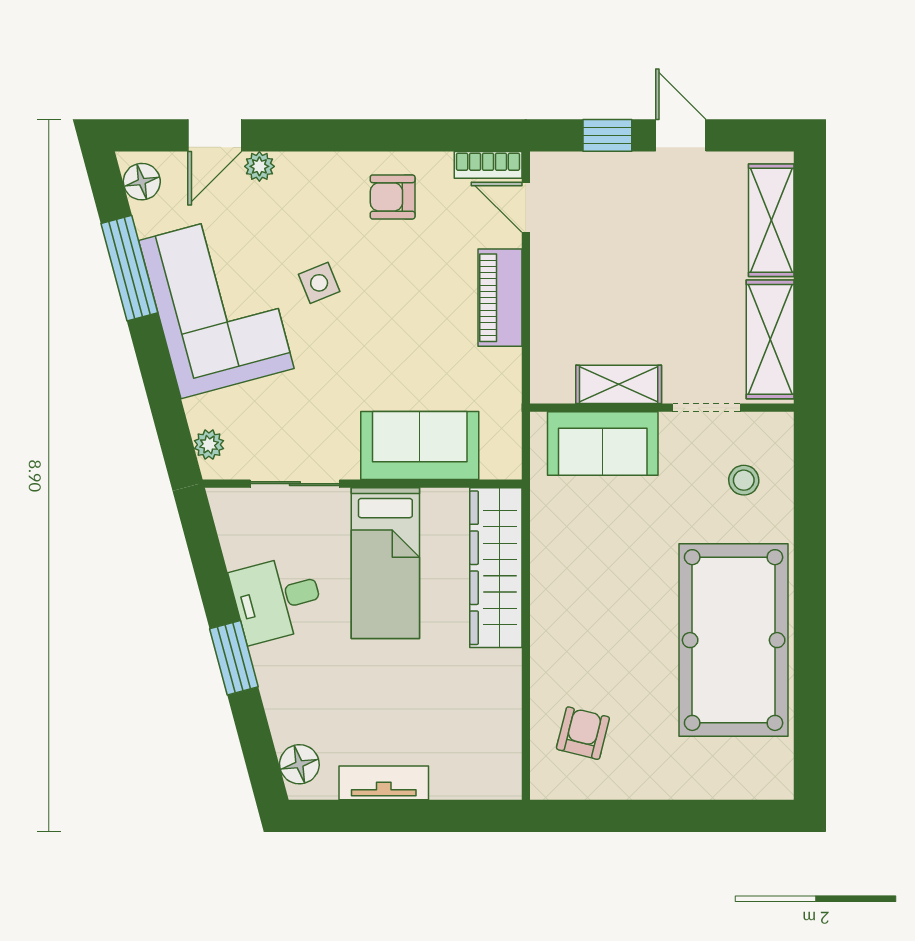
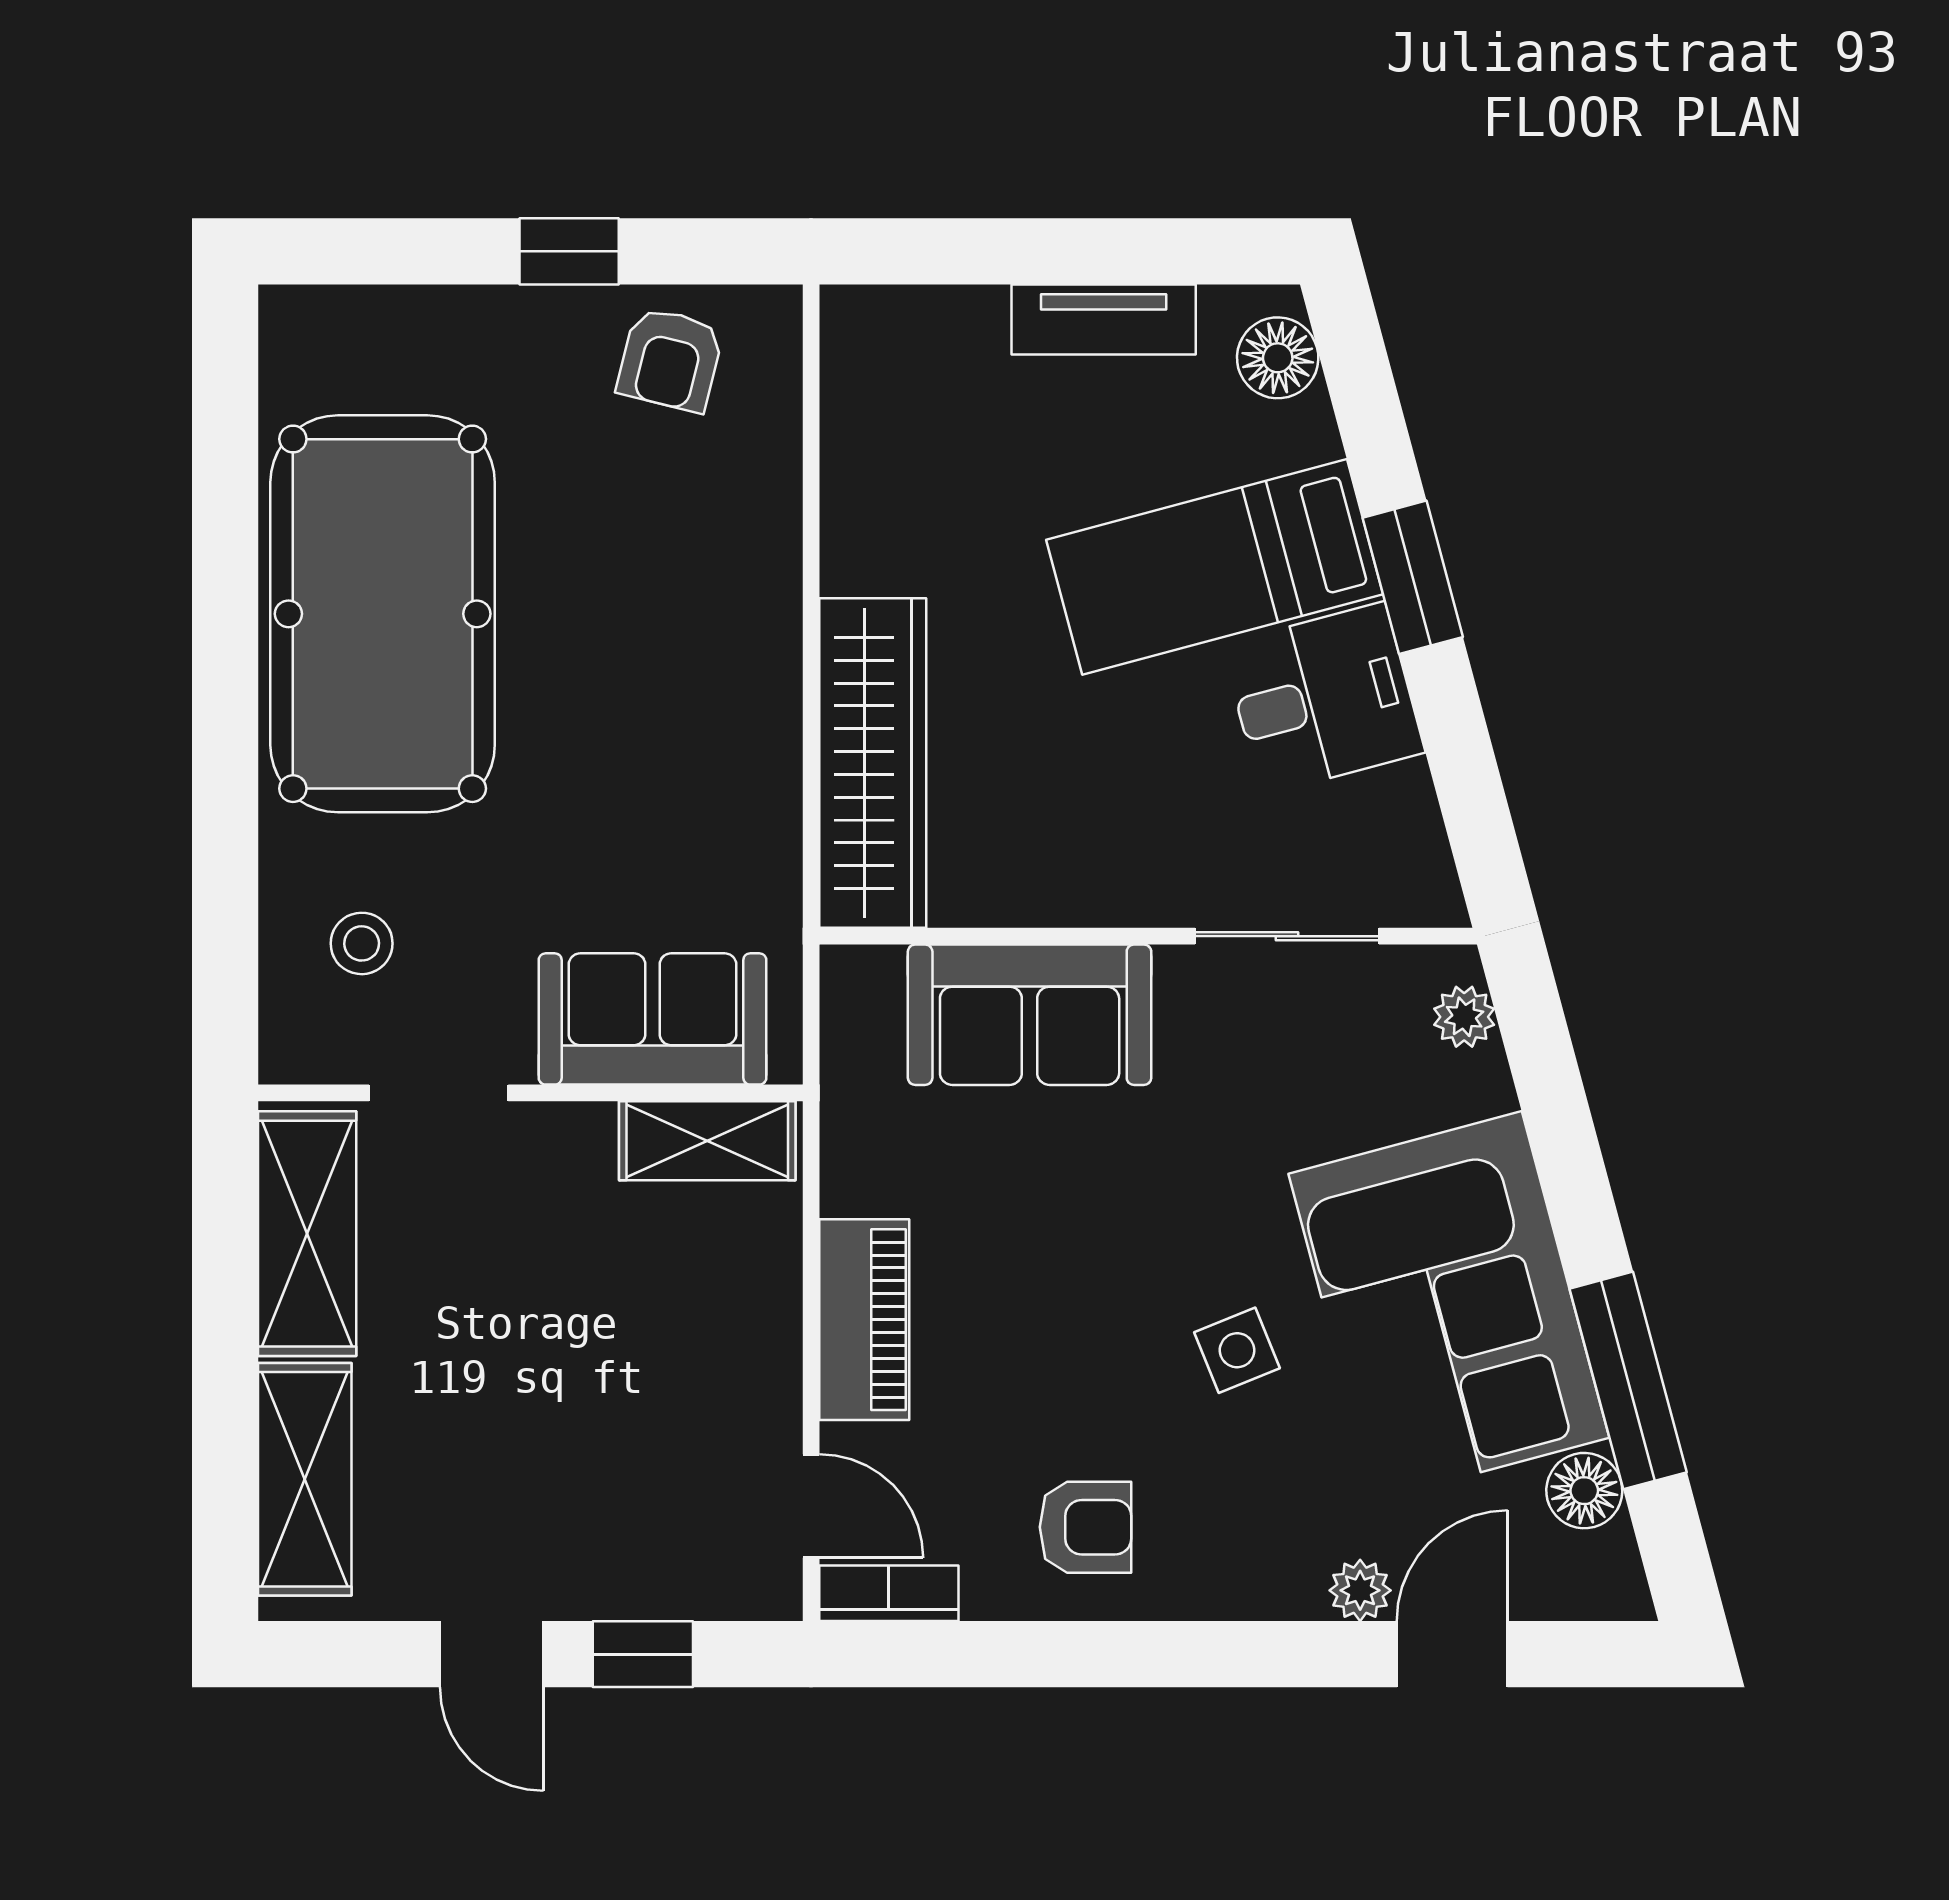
floor lamp: (142, 182) -> (1584, 1491), moved
shelving: (619, 384) -> (707, 1141), moved
bed: (385, 563) -> (1215, 567), moved, turned -105
armchair: (583, 733) -> (670, 359), moved
window: (643, 816) -> (569, 251), added

